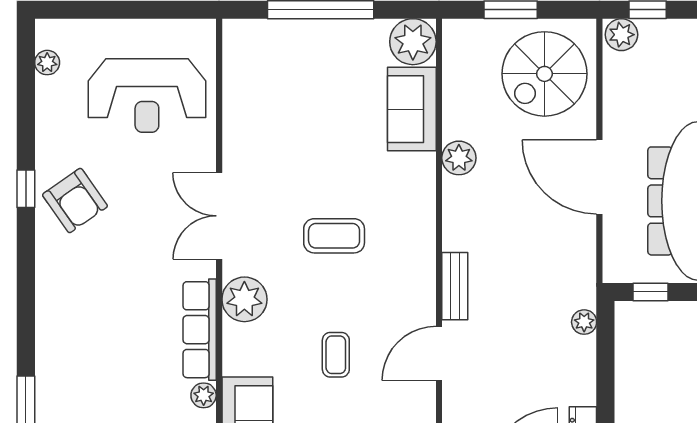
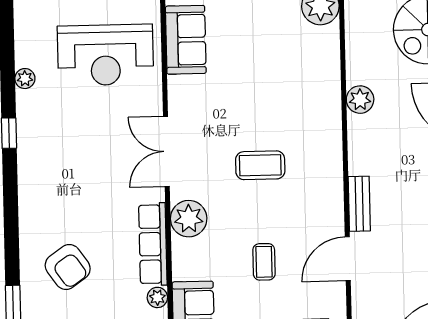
plant: (47, 63) -> (25, 79), moved
sofa: (412, 109) -> (186, 40), moved, turned 180
armchair: (75, 200) -> (68, 267), moved

